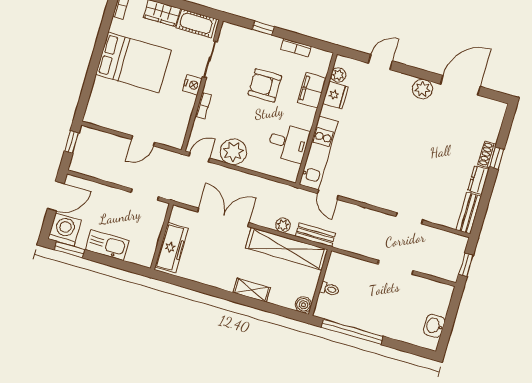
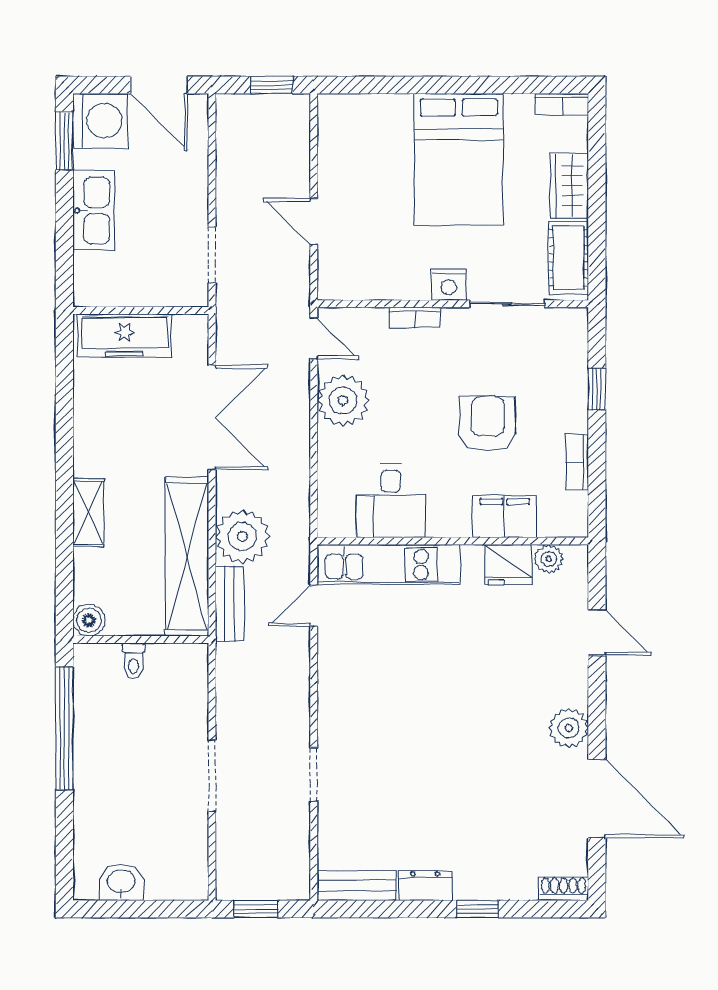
shoe rack: (487, 154) -> (564, 889), moved
plant: (283, 225) -> (242, 536), width x1.88, depth x1.88

